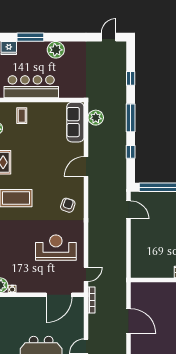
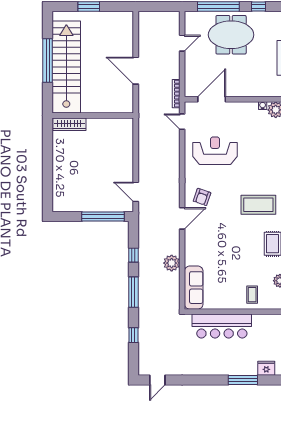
plant: (56, 50) -> (215, 366), removed
bar counter: (31, 87) -> (222, 326), moved
plant: (96, 118) -> (172, 263), moved
door: (86, 167) -> (182, 218), moved
reception desk: (56, 248) -> (215, 151), turned 180
door: (86, 274) -> (182, 122), hinge flipped

